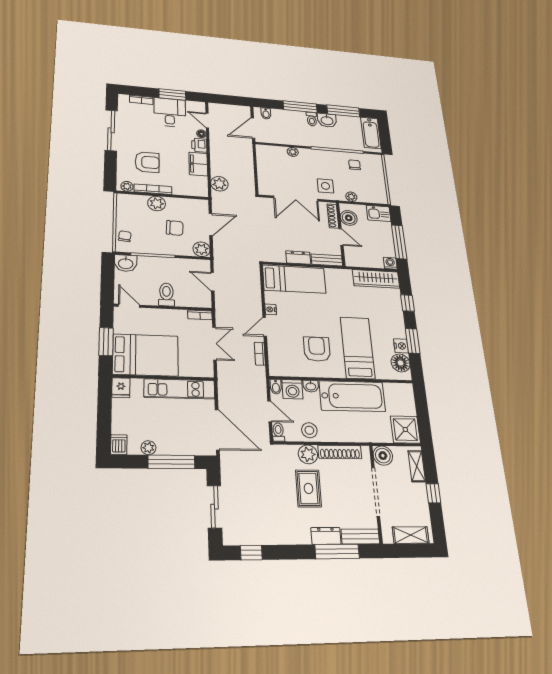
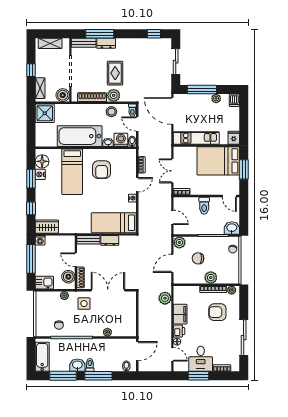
wardrobe: (376, 279) -> (47, 227), width x0.67

